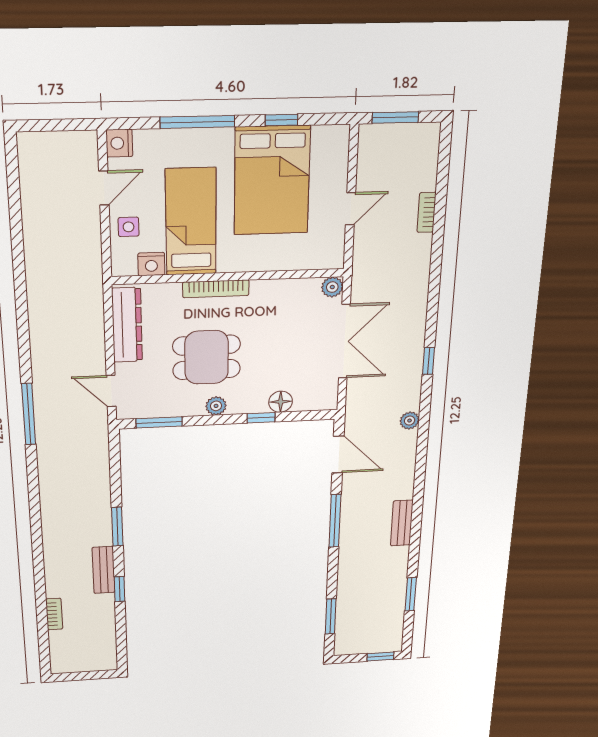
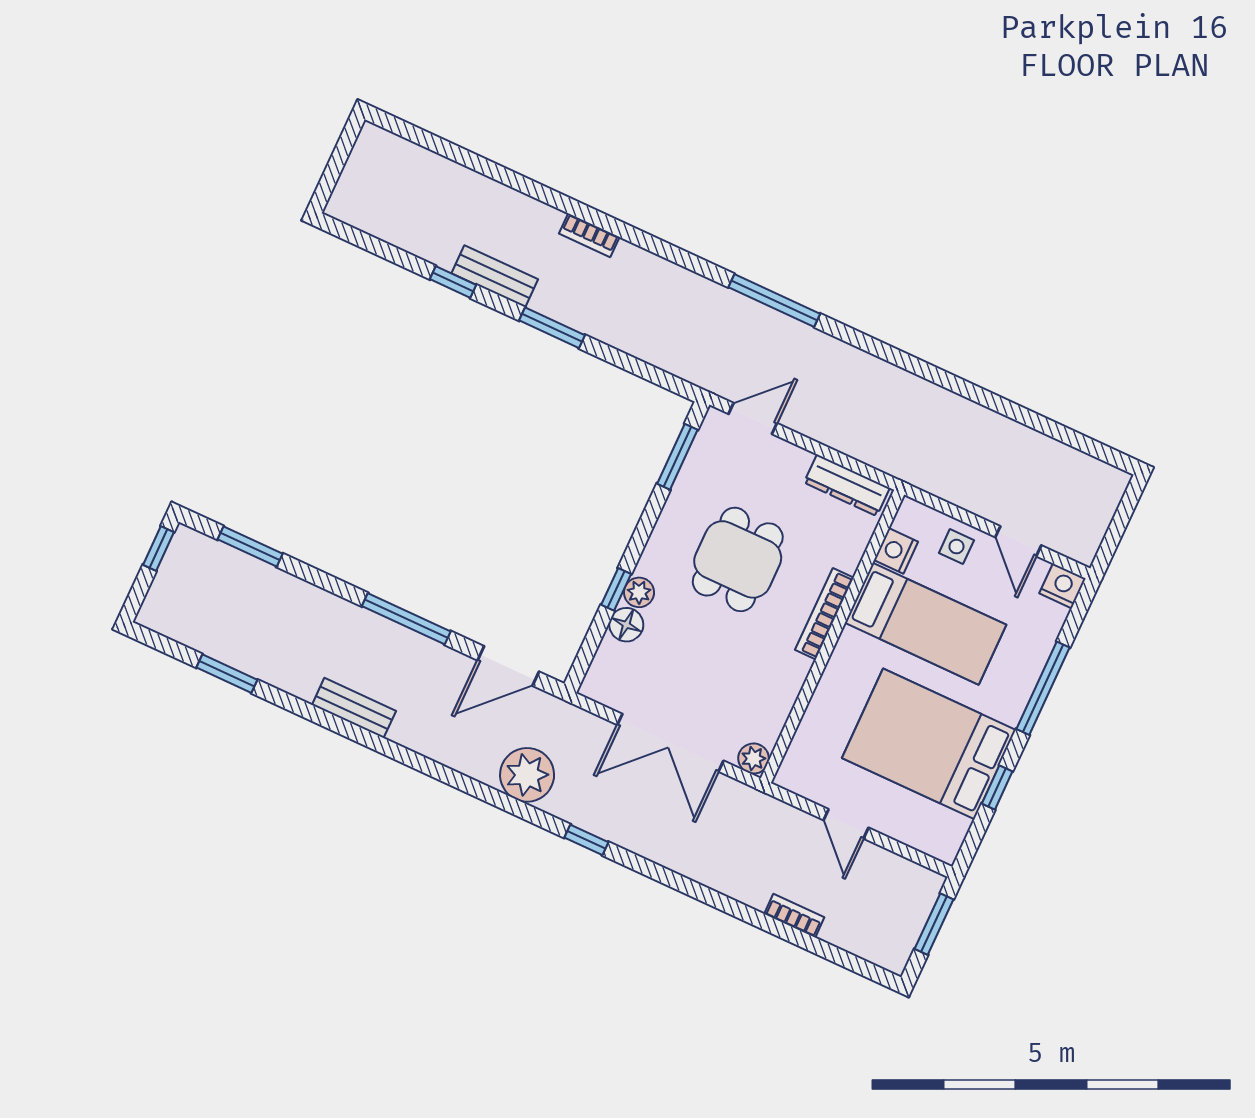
dresser: (127, 325) -> (847, 485), width x0.73, depth x0.80
plant: (216, 406) -> (639, 592), moved
plant: (410, 421) -> (527, 775), width x1.87, depth x1.87
bookcase: (54, 614) -> (589, 235), moved
window: (380, 656) -> (159, 548), moved

